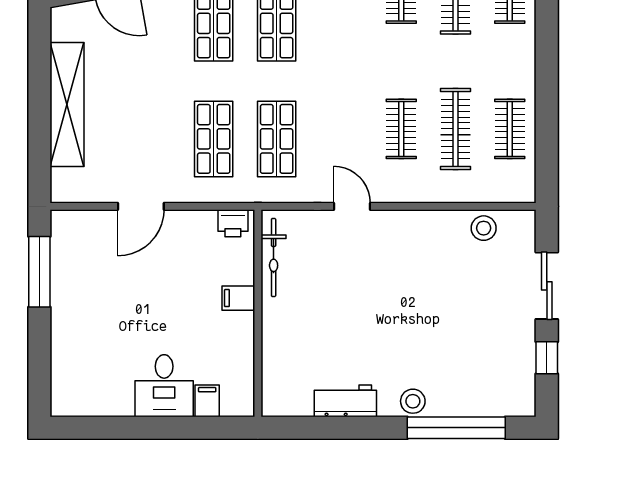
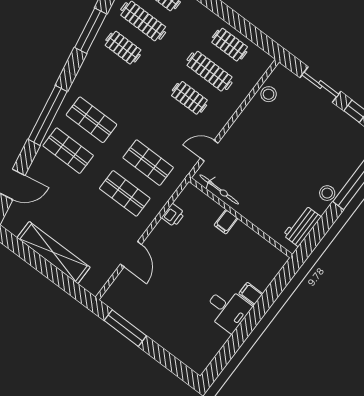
bicycle: (274, 258) -> (219, 189), moved
filing cabinet: (238, 298) -> (226, 222), moved
wall: (258, 313) -> (241, 218), moved

